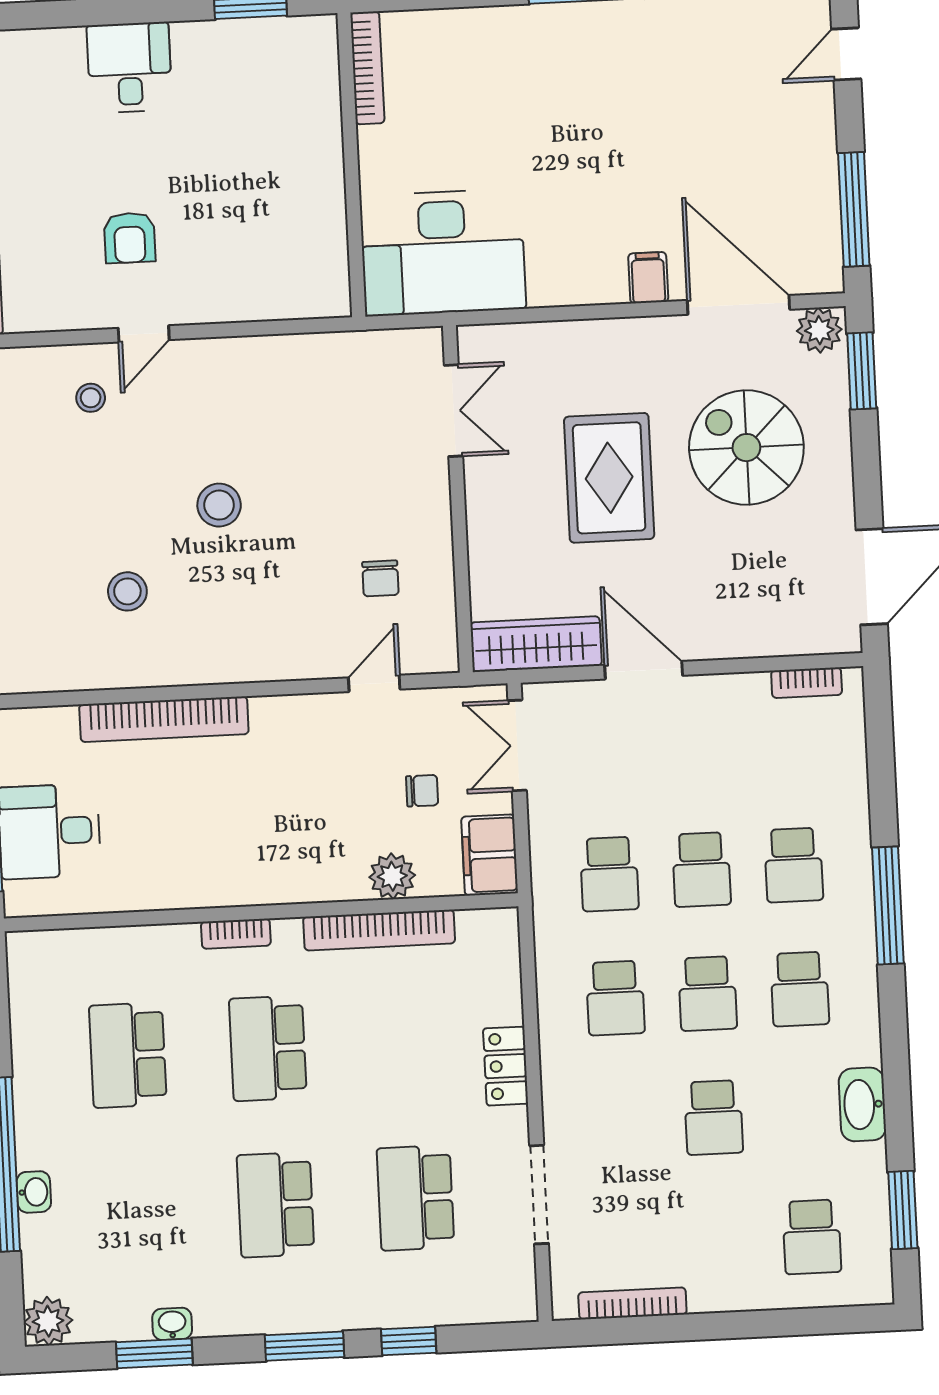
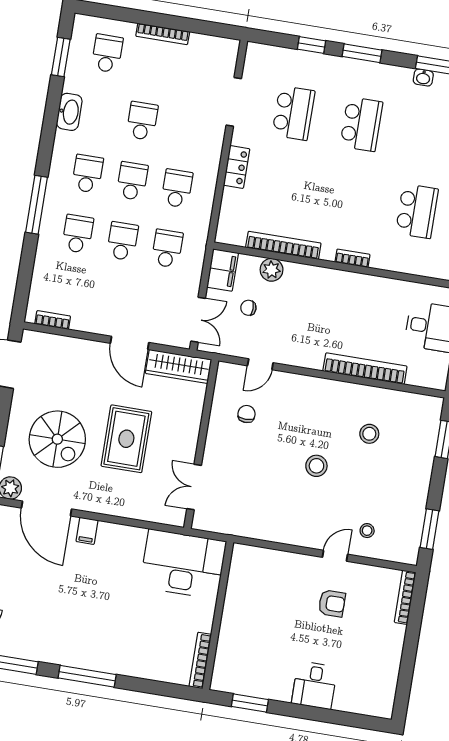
armchair: (130, 238) -> (332, 603), turned 90
school desk: (268, 1048) -> (349, 200), removed
bookcase: (632, 1303) -> (163, 34), moved

